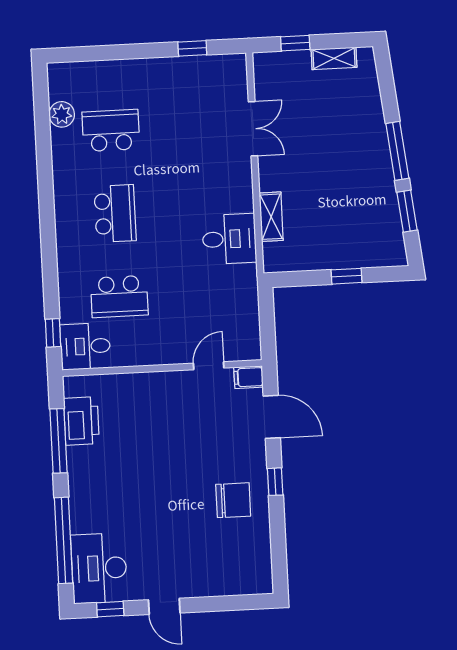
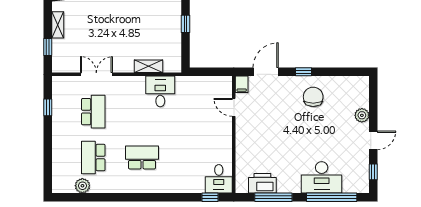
school desk: (119, 296) -> (93, 112), moved
desk: (99, 568) -> (322, 177), moved
plant: (206, 585) -> (362, 115), added

